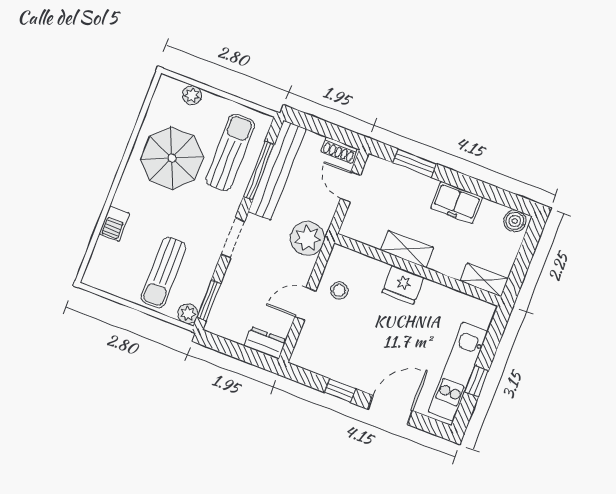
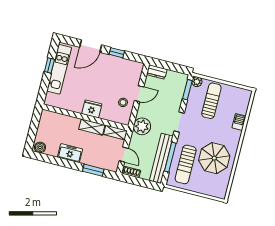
plant: (192, 95) -> (208, 191), removed
shelving: (484, 280) -> (115, 133), moved

